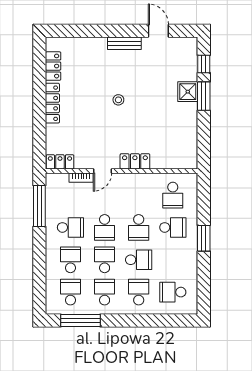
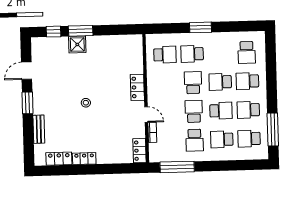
window: (120, 31) -> (27, 103), added
bench: (124, 43) -> (39, 129), moved
locker: (52, 103) -> (84, 159), width x0.66
school desk: (70, 227) -> (195, 140), turned 180
school desk: (105, 227) -> (194, 111), turned -90
school desk: (139, 227) -> (193, 83), turned -90
school desk: (173, 227) -> (192, 54), turned -90
school desk: (105, 260) -> (221, 111), turned 180
school desk: (139, 260) -> (220, 82), turned -90

